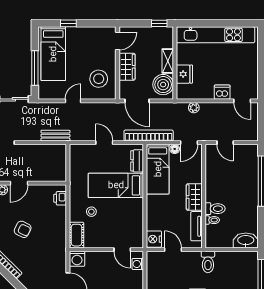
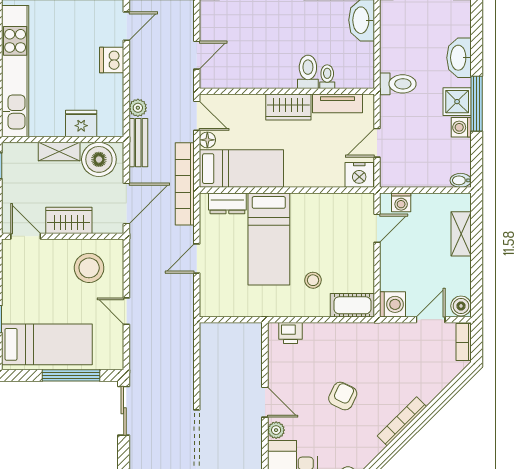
bench: (55, 136) -> (138, 143), moved

